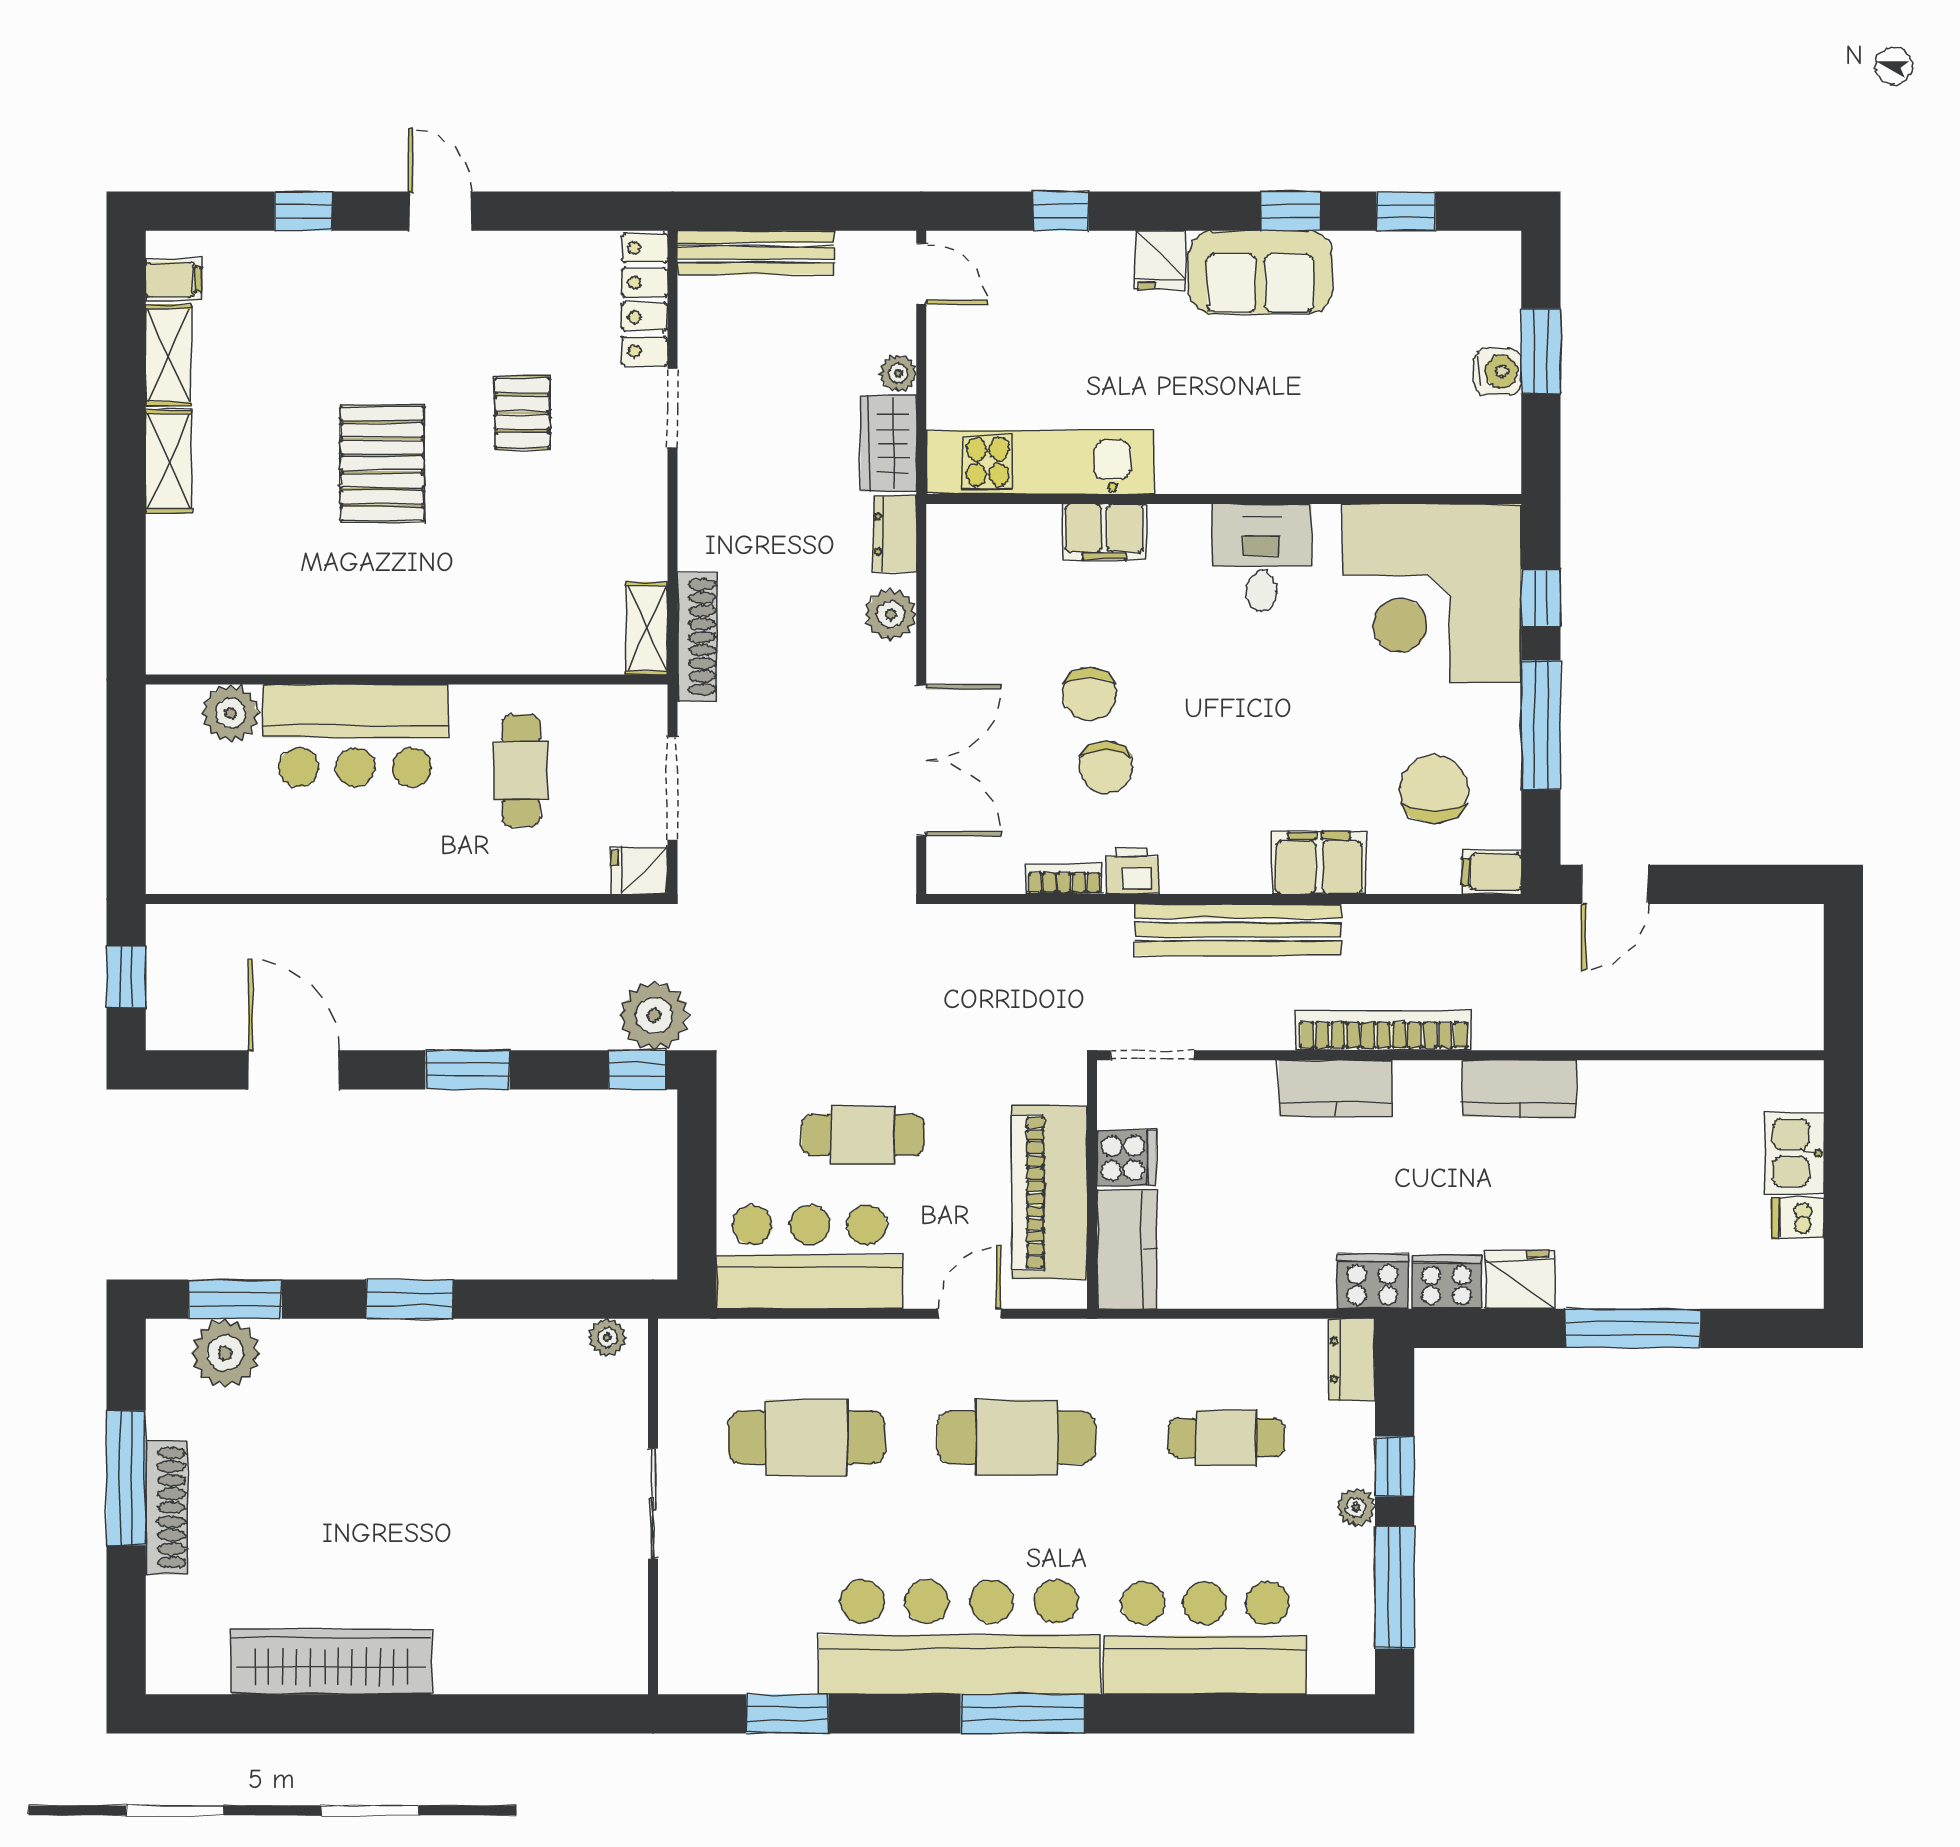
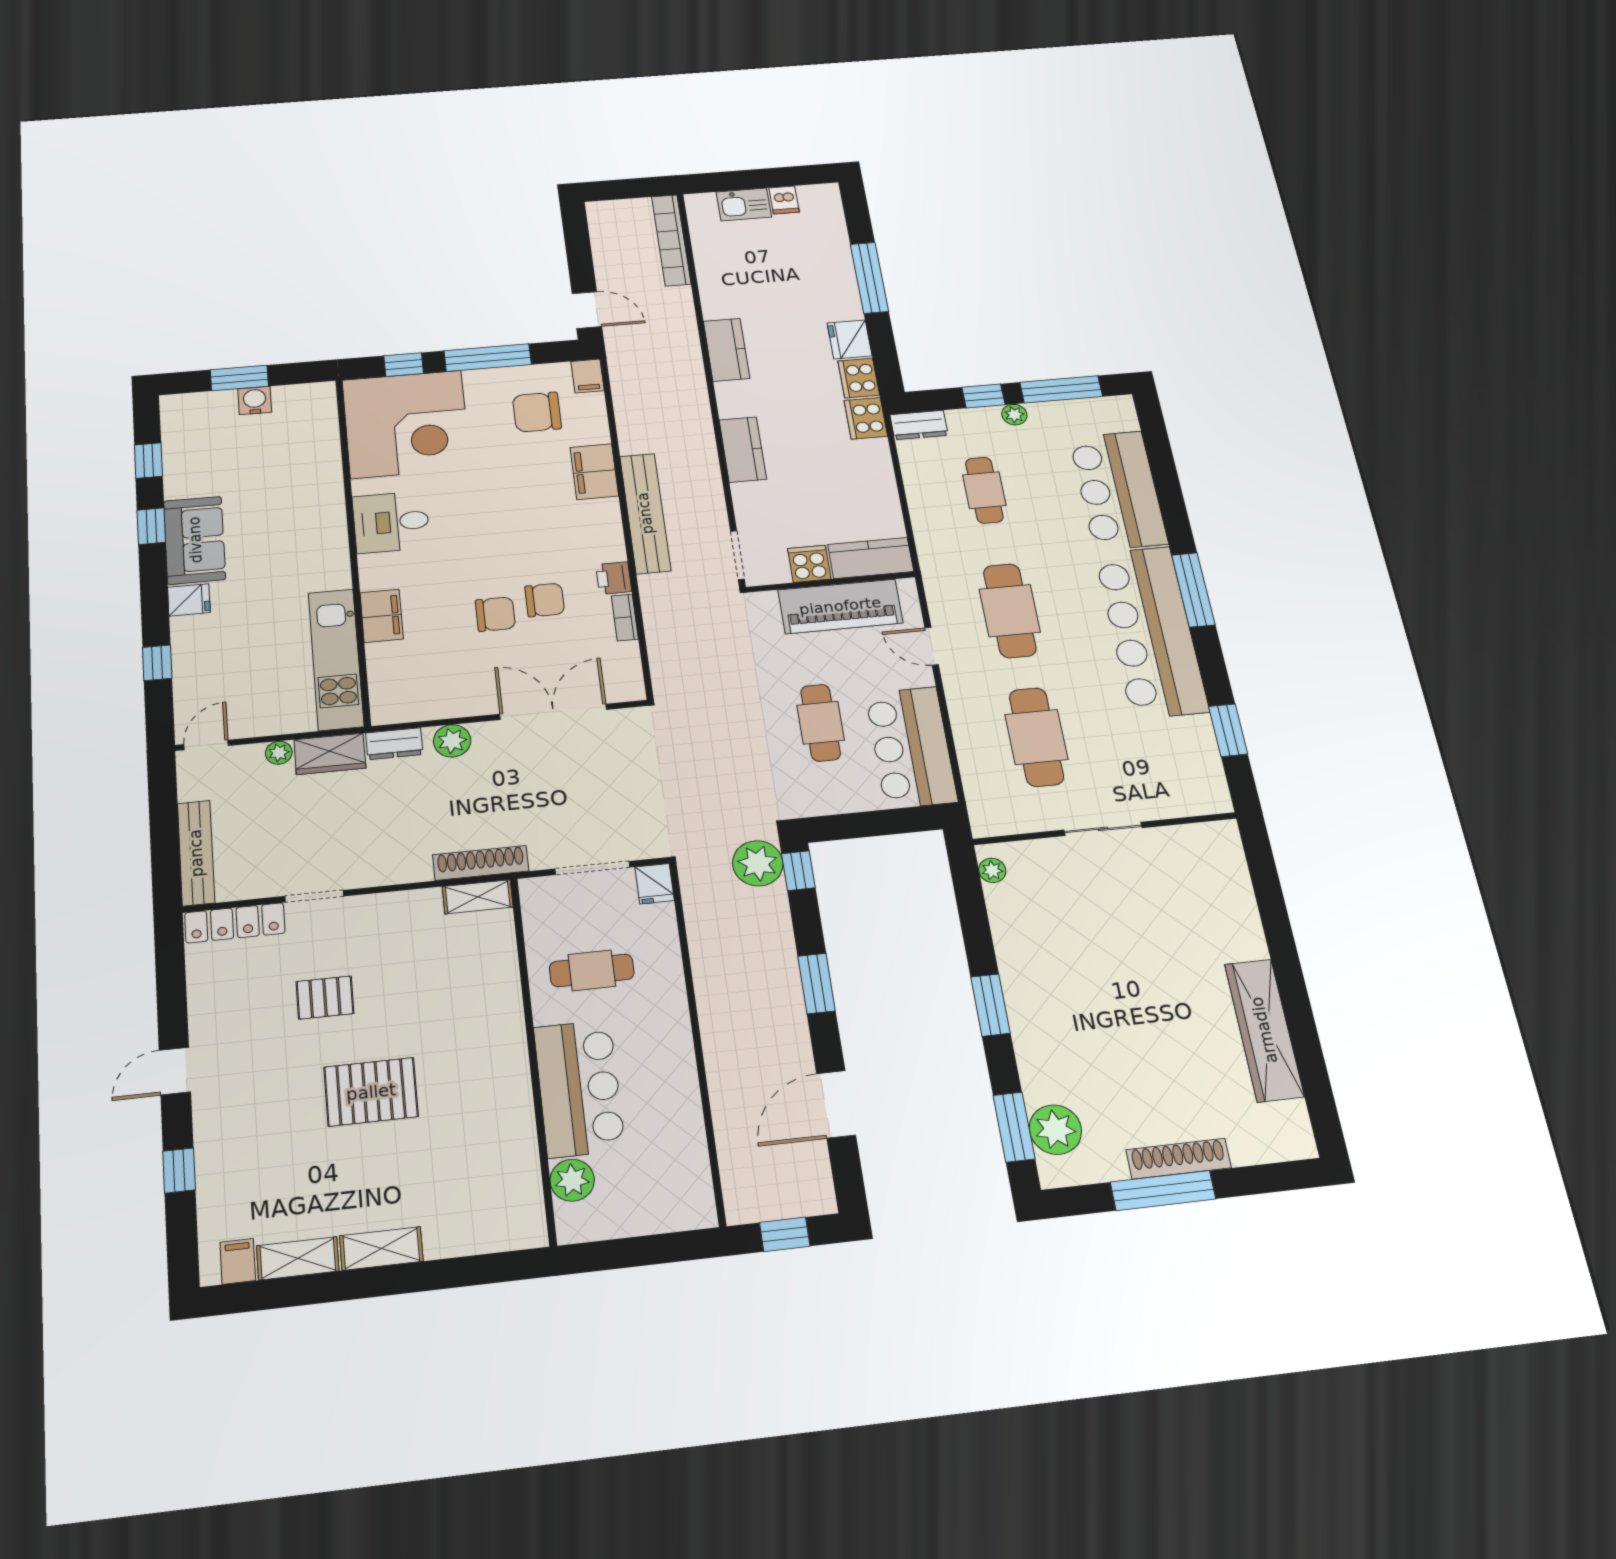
bookcase: (1384, 1030) -> (671, 240), moved

